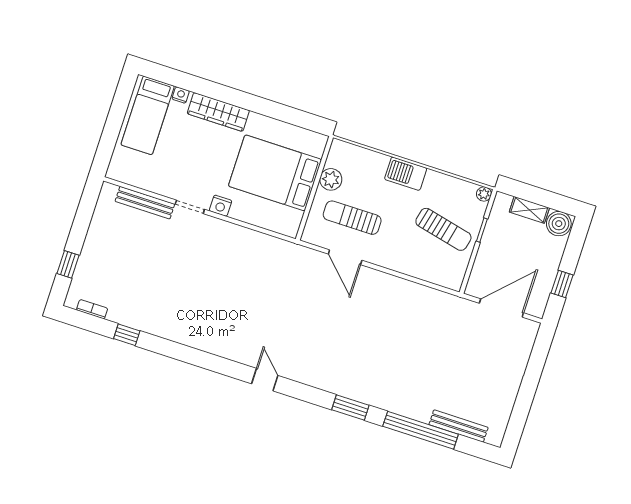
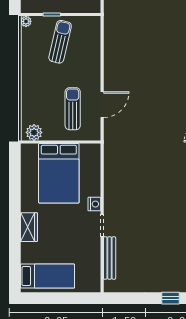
nightstand: (181, 95) -> (26, 257), removed
wardrobe: (218, 112) -> (29, 227), width x0.67
barbecue: (406, 174) -> (30, 81), removed
plant: (331, 179) -> (34, 132), moved
sun lounger: (352, 218) -> (73, 109), turned 180

